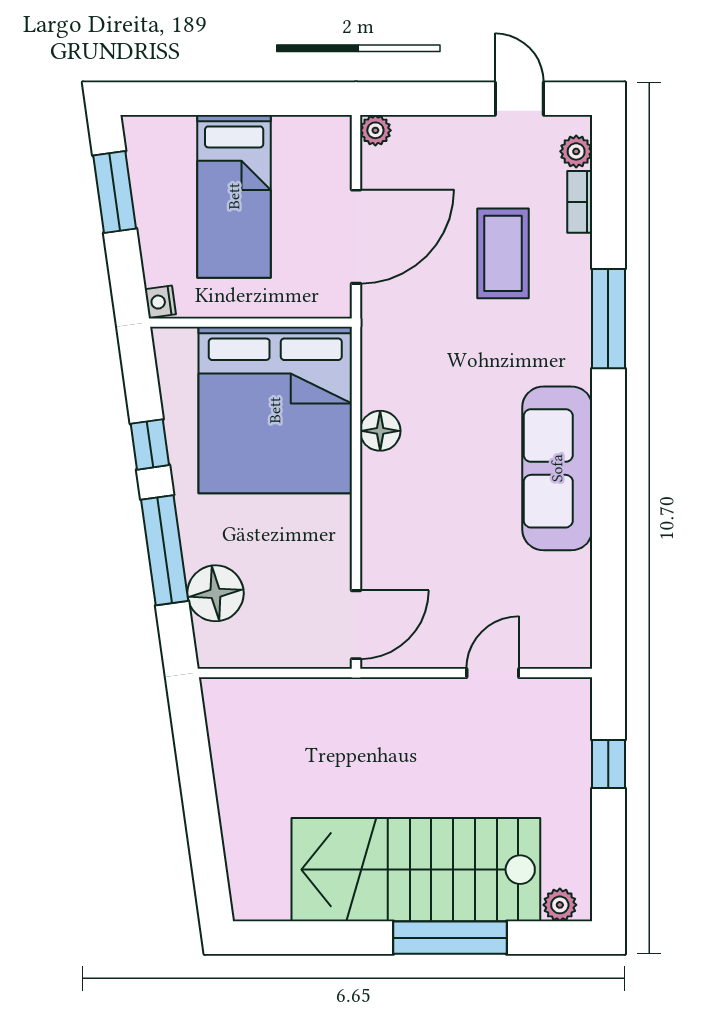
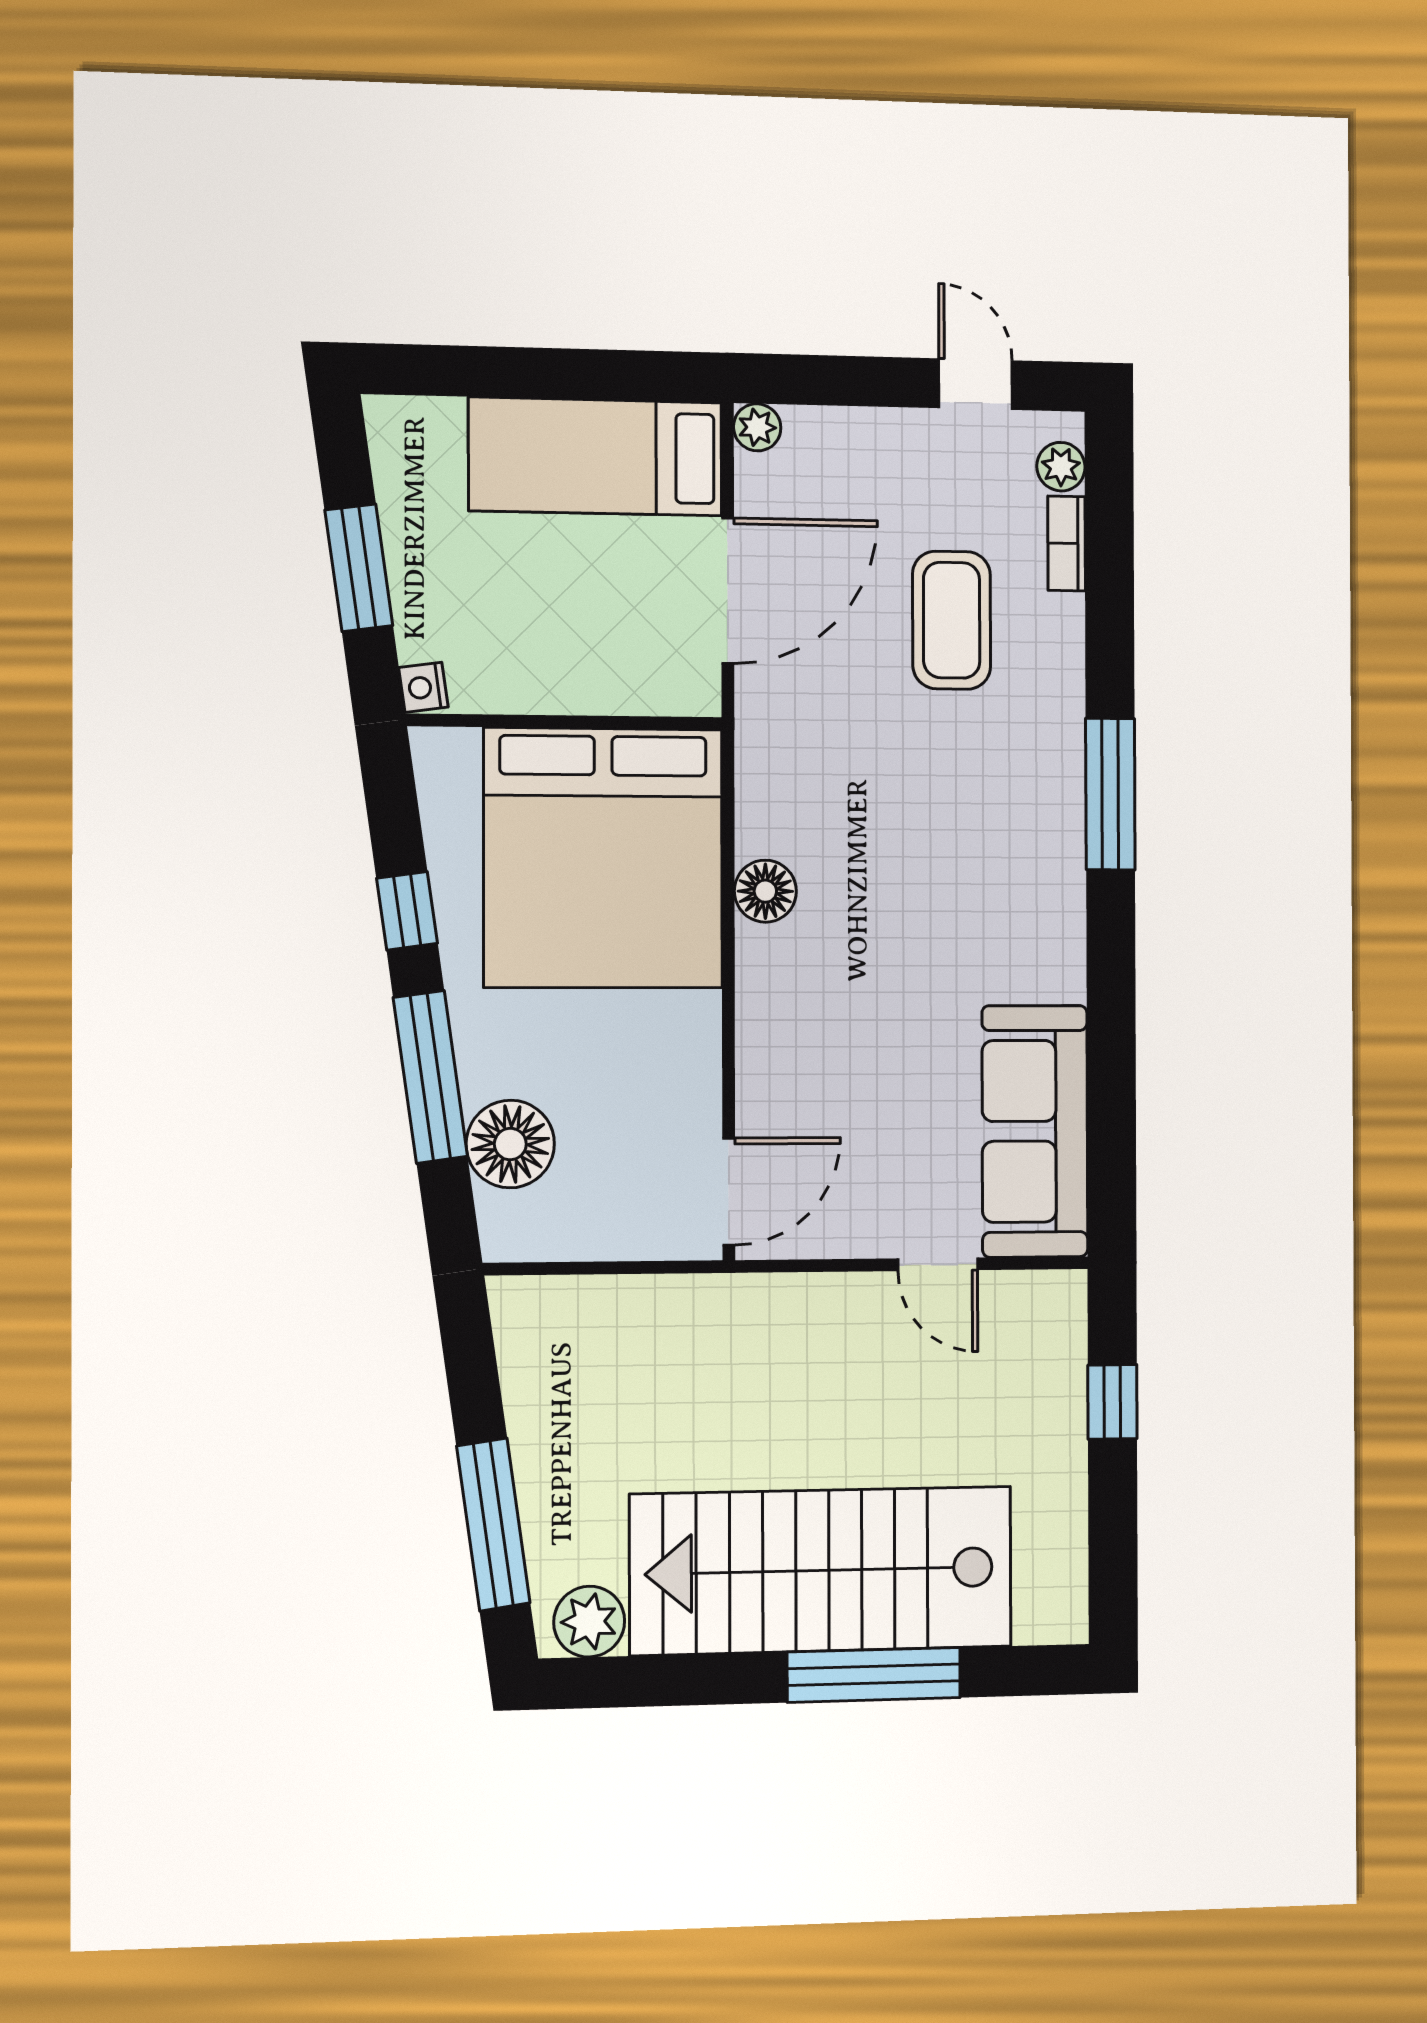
window: (115, 192) -> (359, 568), moved
bed: (234, 196) -> (595, 456), moved, turned 90
window: (608, 319) -> (1110, 794), moved
sofa: (557, 468) -> (1035, 1131), moved
door: (493, 673) -> (938, 1264), swing flipped
window: (205, 836) -> (493, 1524), added
plant: (560, 905) -> (589, 1622), moved, width x1.38, depth x1.38

